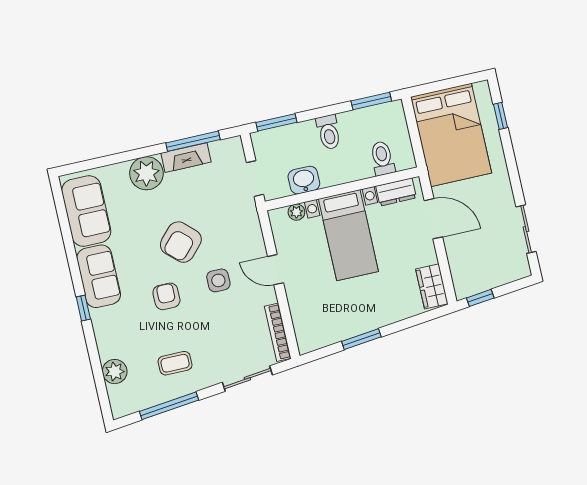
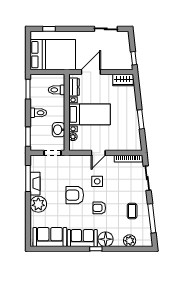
armchair: (181, 242) -> (75, 195), turned 137
floor lamp: (107, 323) -> (106, 239), added

